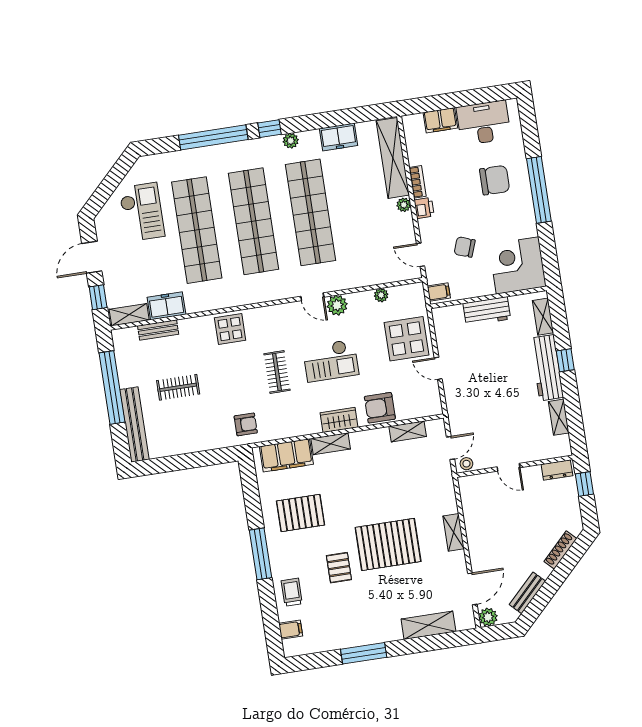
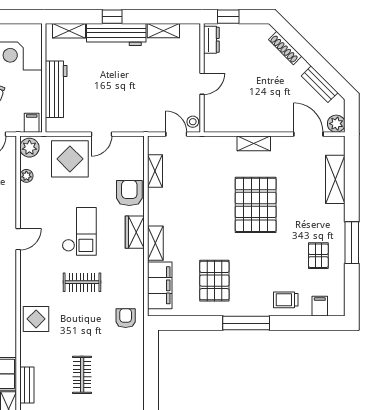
plant: (337, 305) -> (29, 148), moved
workbench: (487, 311) -> (56, 89), width x1.38
armchair: (380, 408) -> (129, 193), turned 180
pallet: (339, 568) -> (318, 256), moved, turned 90

